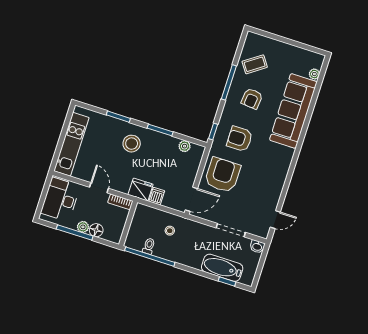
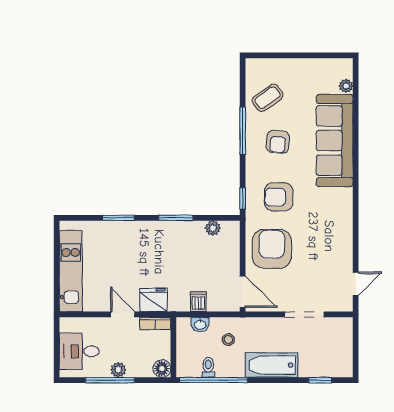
stool: (132, 144) -> (146, 246), removed
fridge: (141, 190) -> (153, 300), moved
desk: (60, 199) -> (79, 351), width x0.73
door: (191, 199) -> (243, 292), hinge flipped
floor lamp: (96, 230) -> (162, 369), moved
washbasin: (257, 247) -> (200, 324), moved
bathtub: (222, 268) -> (272, 365), moved

